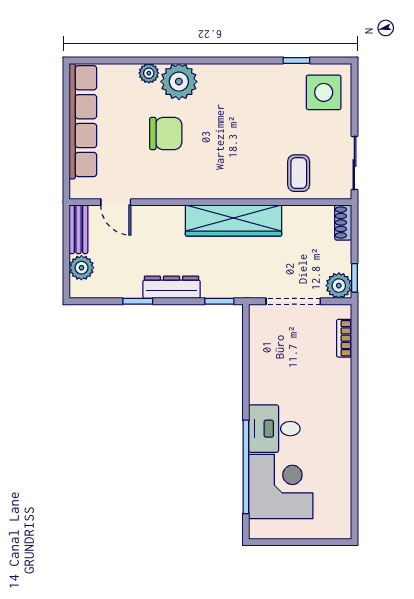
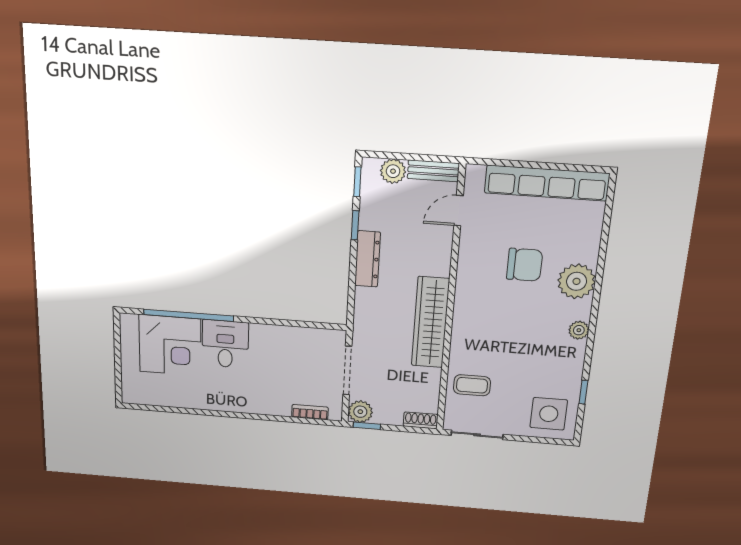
plant: (149, 73) -> (579, 330), moved
chair: (166, 134) -> (525, 265), turned -90
window: (219, 301) -> (357, 182), moved

